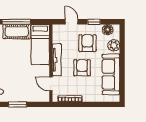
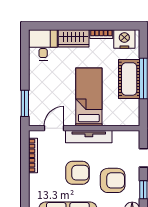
bed: (40, 45) -> (89, 97), moved, turned 90
window: (18, 104) -> (25, 103), moved

